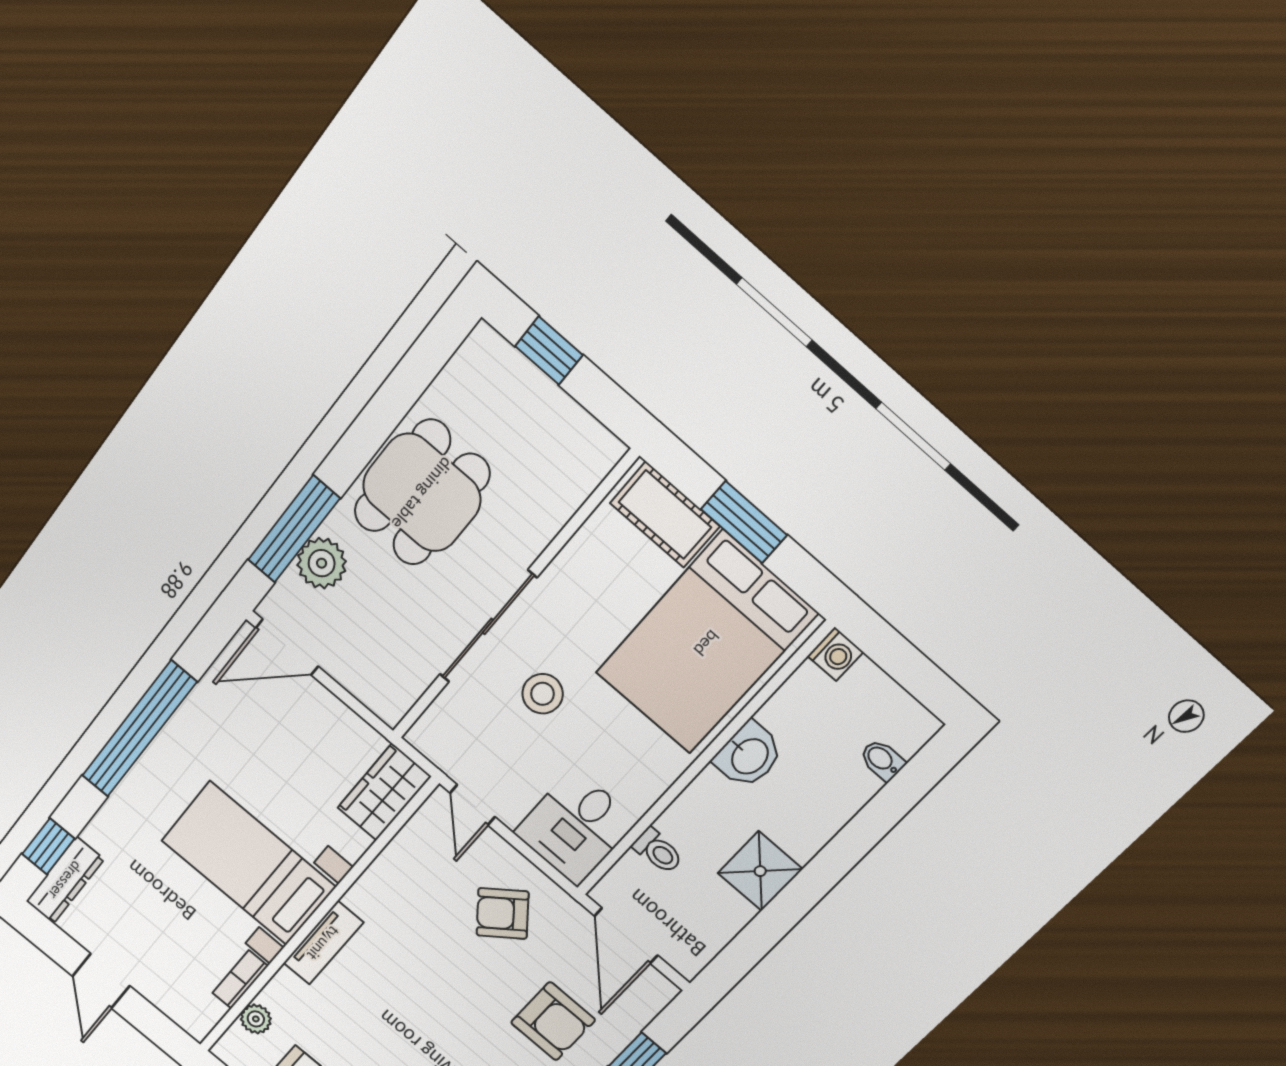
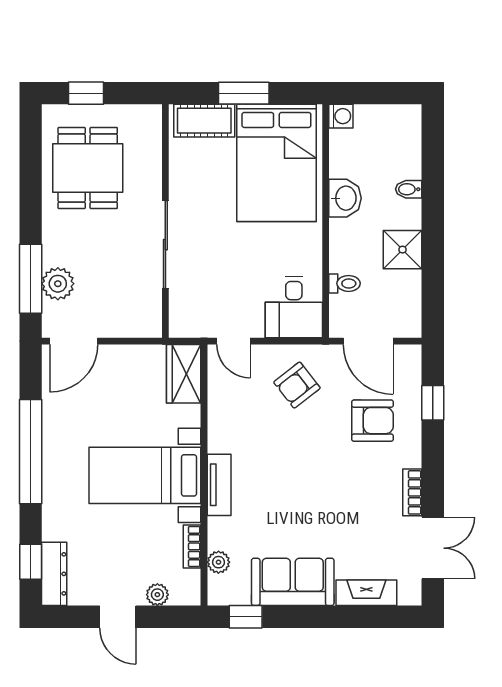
dining table: (422, 493) -> (88, 168), moved
stool: (543, 694) -> (220, 254), removed
bidet: (882, 760) -> (409, 189), moved
plant: (162, 995) -> (157, 595), added

